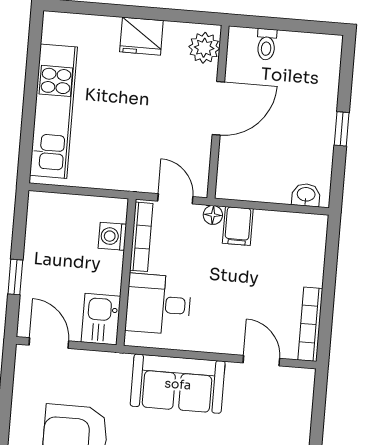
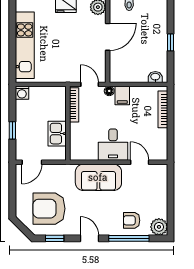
washing machine: (112, 236) -> (22, 93), moved, turned -90
desk: (158, 304) -> (113, 145), moved, turned -90
kitchen sink: (101, 319) -> (57, 134), moved
bookcase: (310, 324) -> (163, 109), moved
door: (49, 343) -> (32, 162), swing flipped

